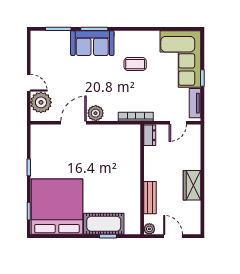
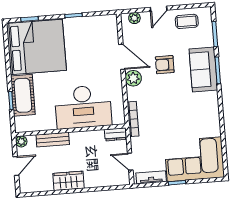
coffee table: (135, 64) -> (187, 21), moved, turned 90
armchair: (84, 81) -> (165, 65), added
plant: (41, 102) -> (134, 18), width x0.53, depth x0.53
desk: (120, 165) -> (83, 107), added

